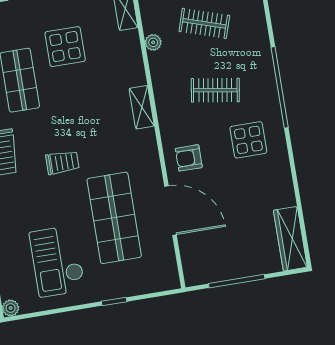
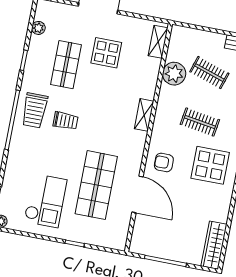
plant: (153, 42) -> (174, 74), width x1.87, depth x1.87
display table: (248, 140) -> (210, 165), width x1.36, depth x1.36
trolley: (62, 162) -> (66, 121), moved
checkout: (57, 261) -> (45, 201), turned 180

